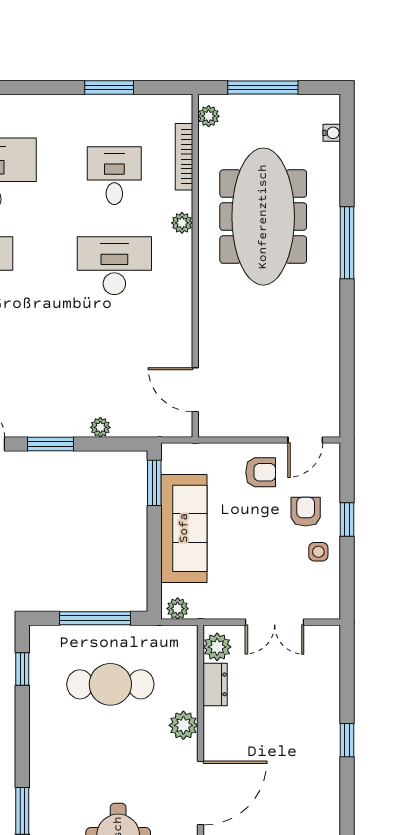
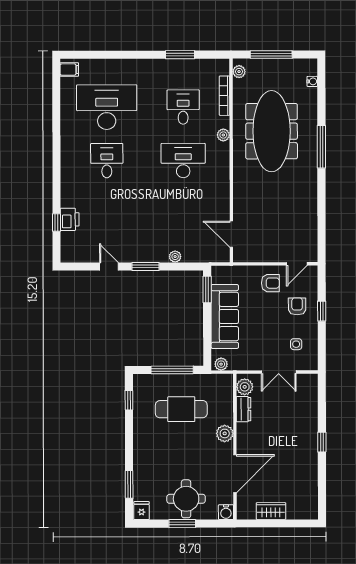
side table: (318, 552) -> (296, 344), moved

